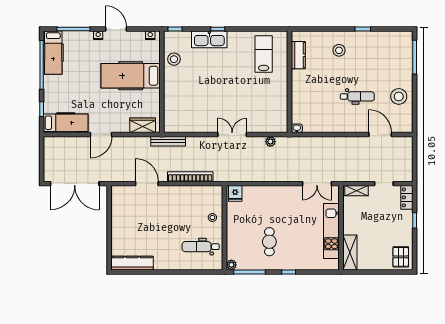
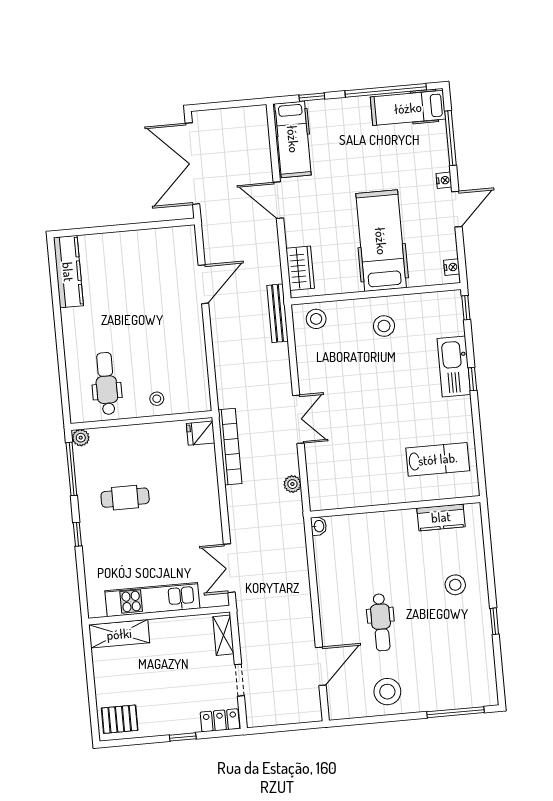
stool: (174, 59) -> (384, 326), moved
stool: (174, 119) -> (316, 319), added
bookcase: (190, 177) -> (230, 447), moved

